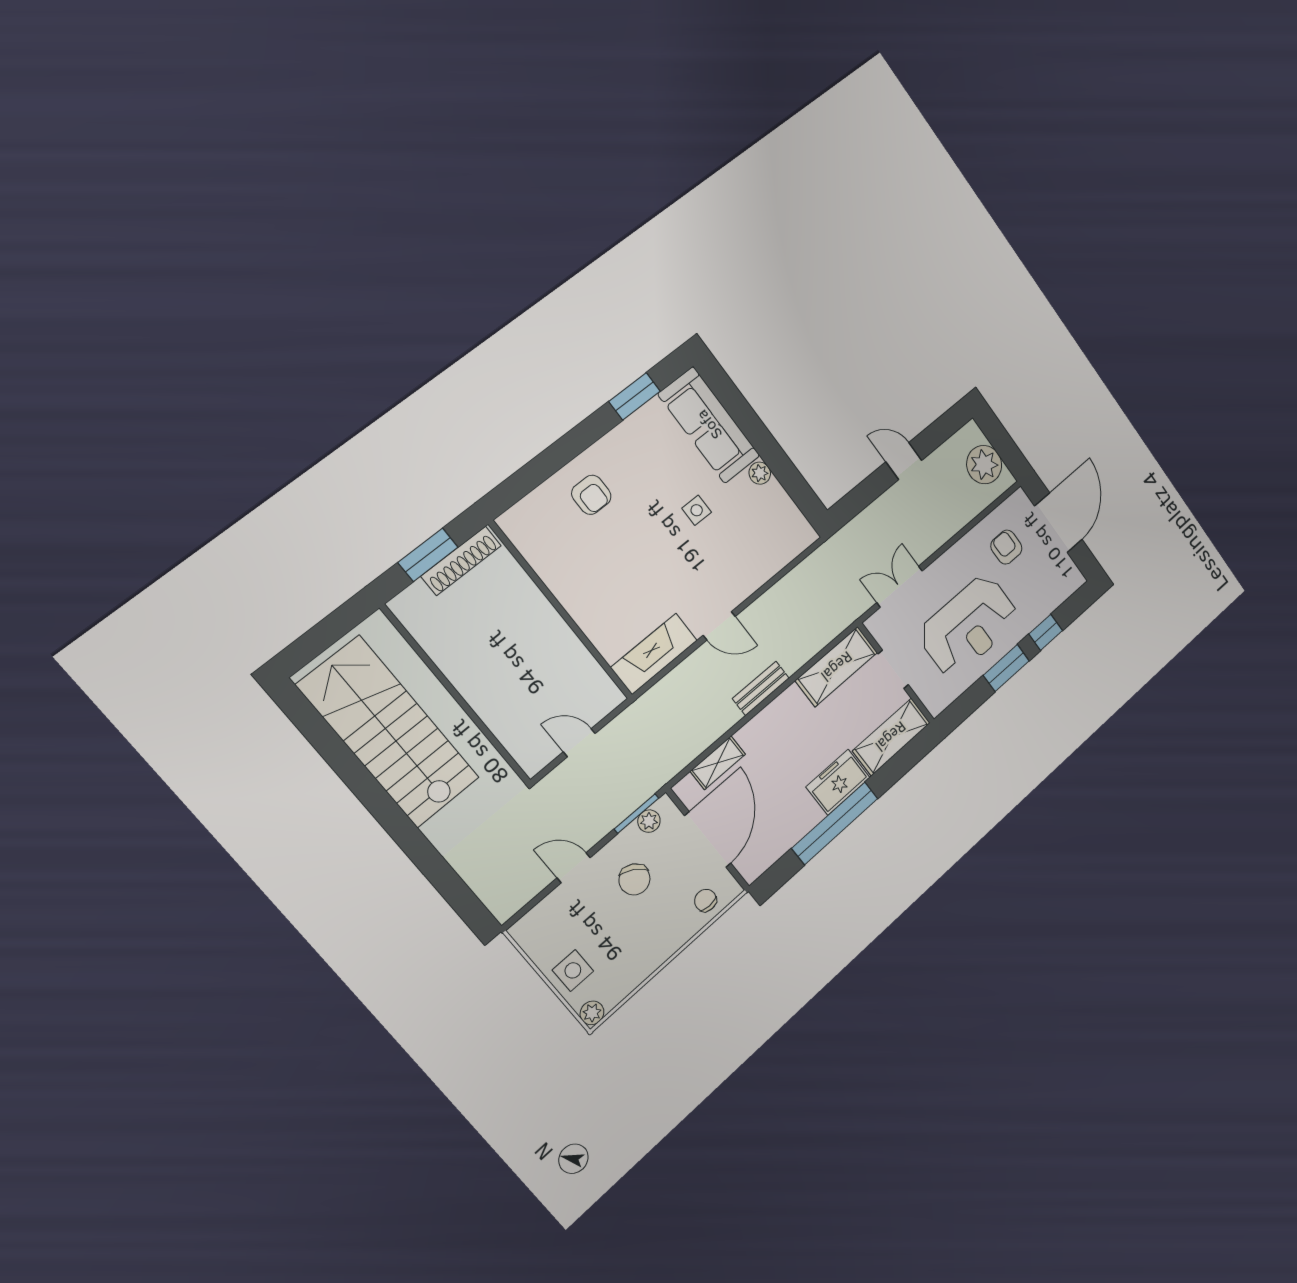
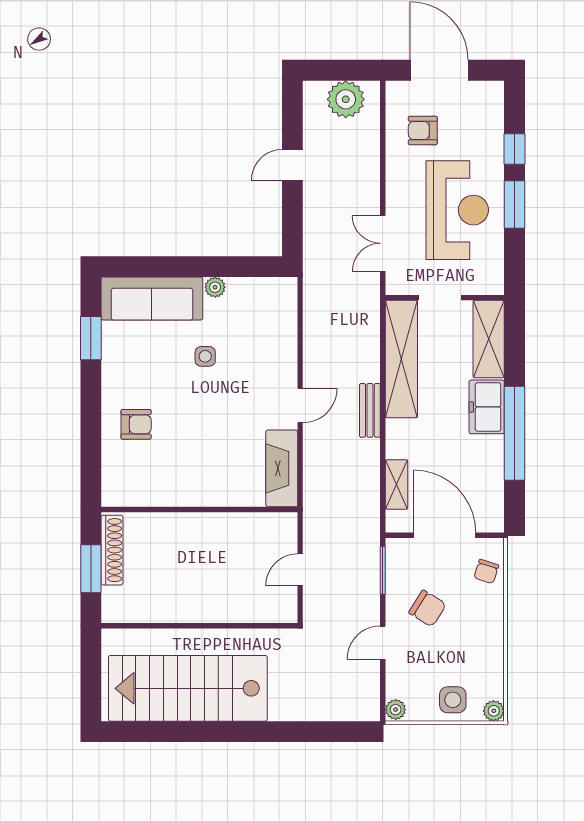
shelving: (837, 667) -> (401, 359), width x1.47
plant: (649, 821) -> (396, 710), moved
chair: (705, 900) -> (486, 571), turned -72

